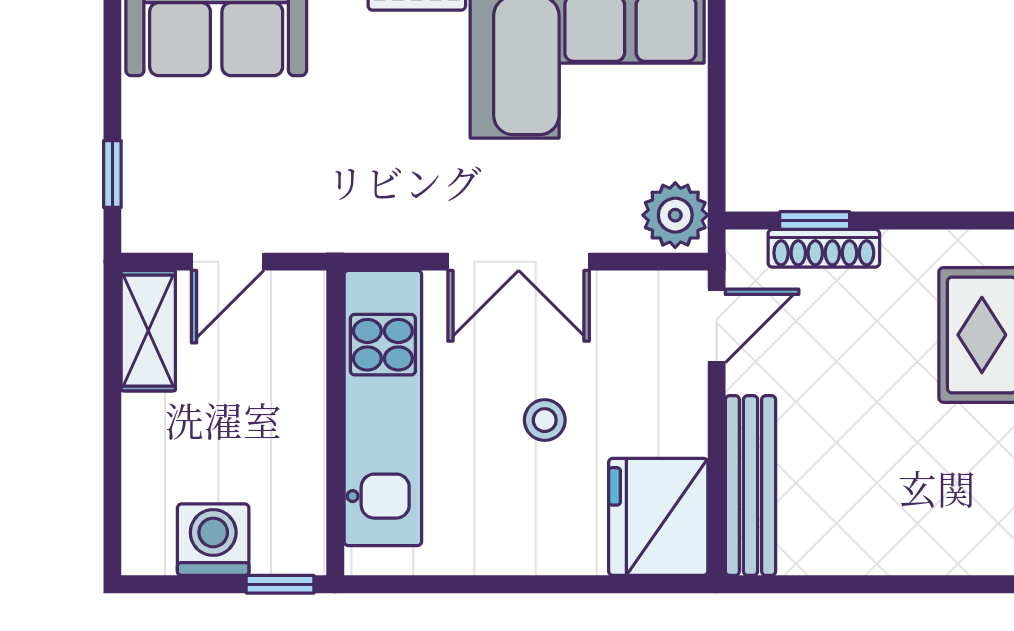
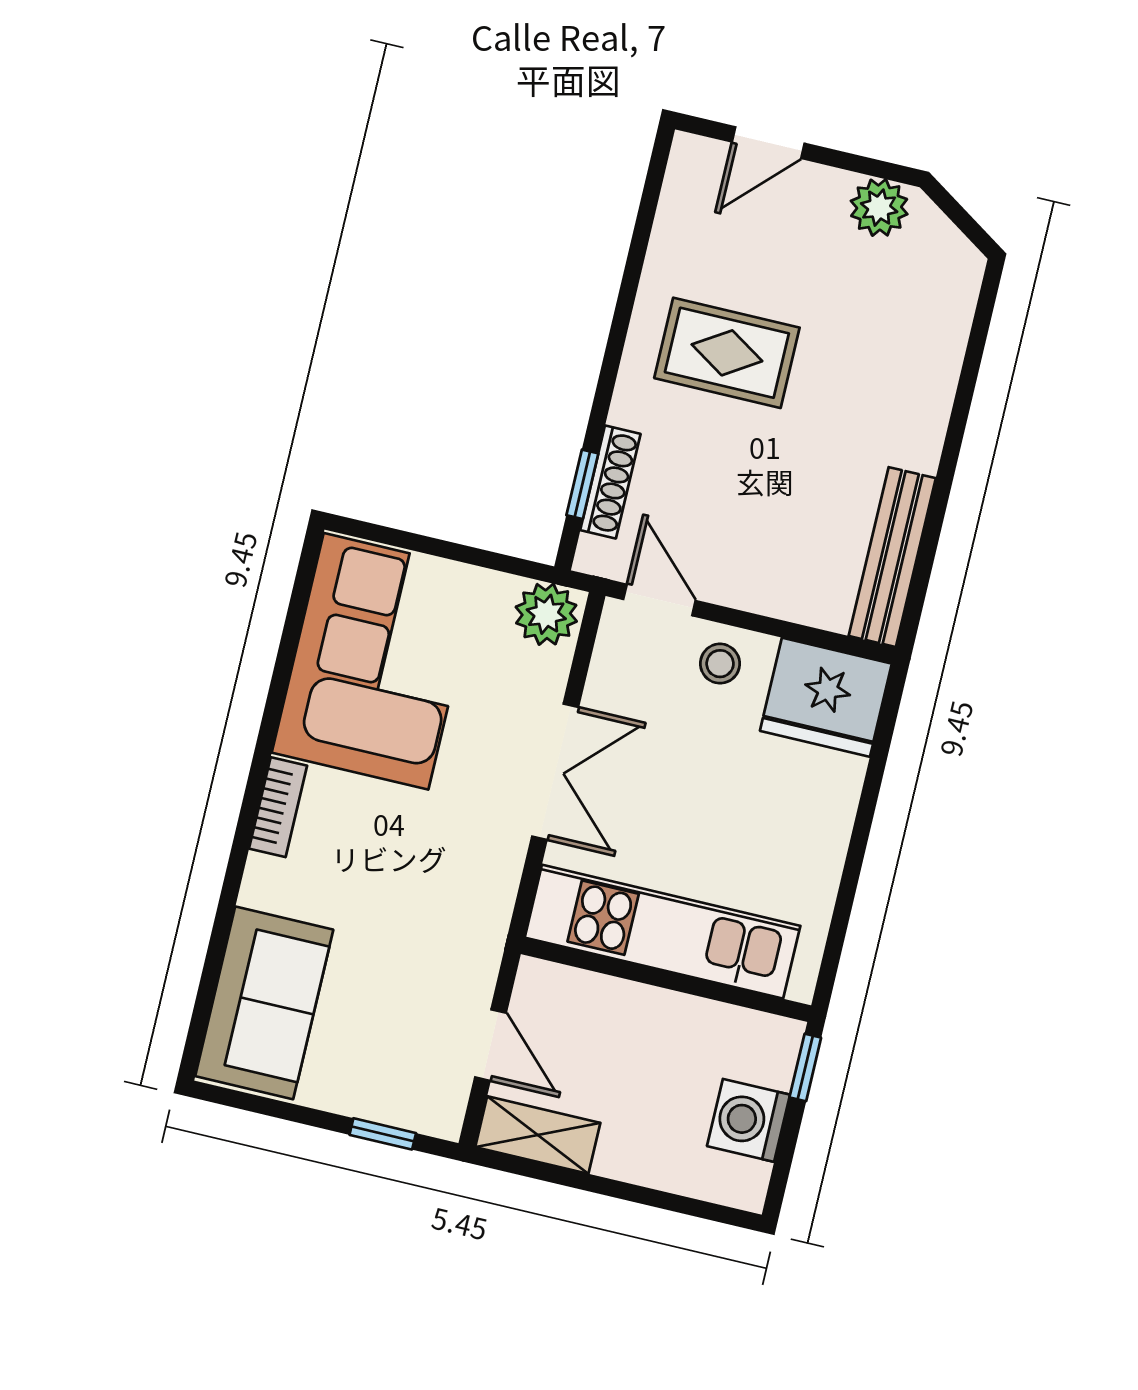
stool: (545, 420) -> (720, 664), moved
bench: (751, 486) -> (892, 557), moved, turned 90

